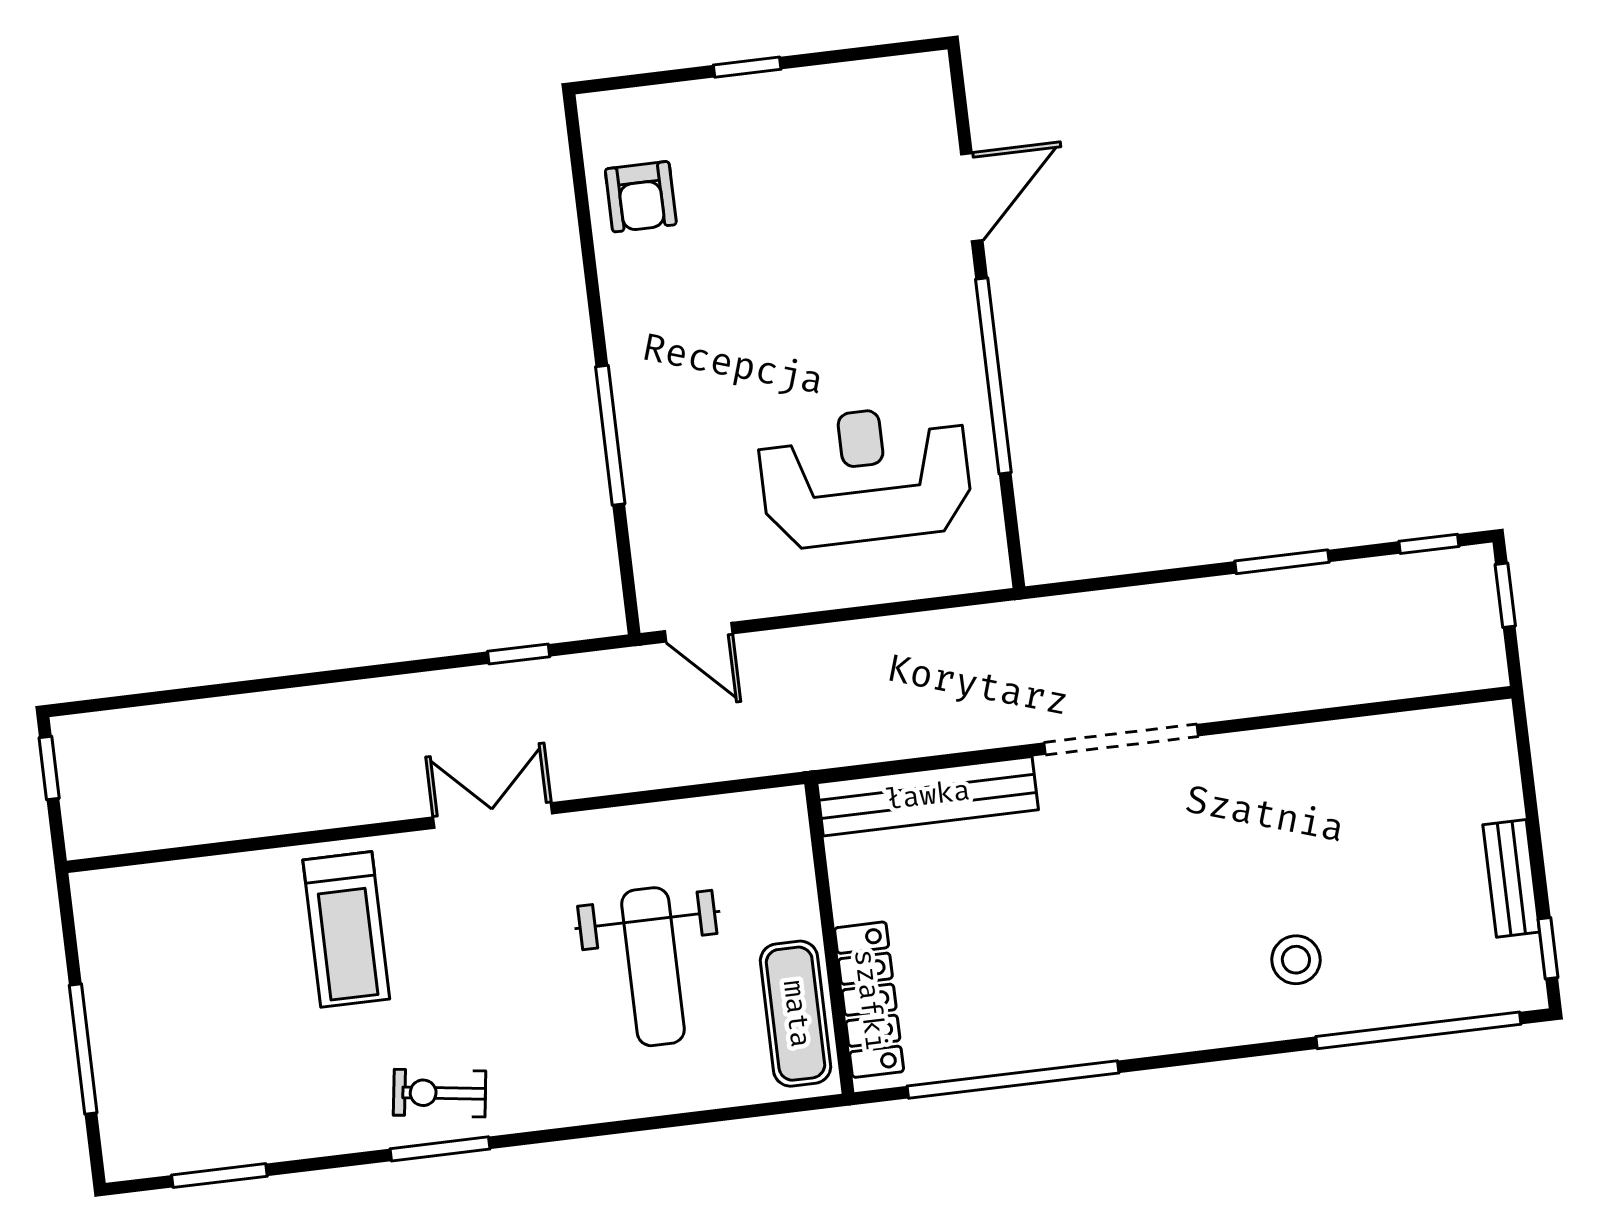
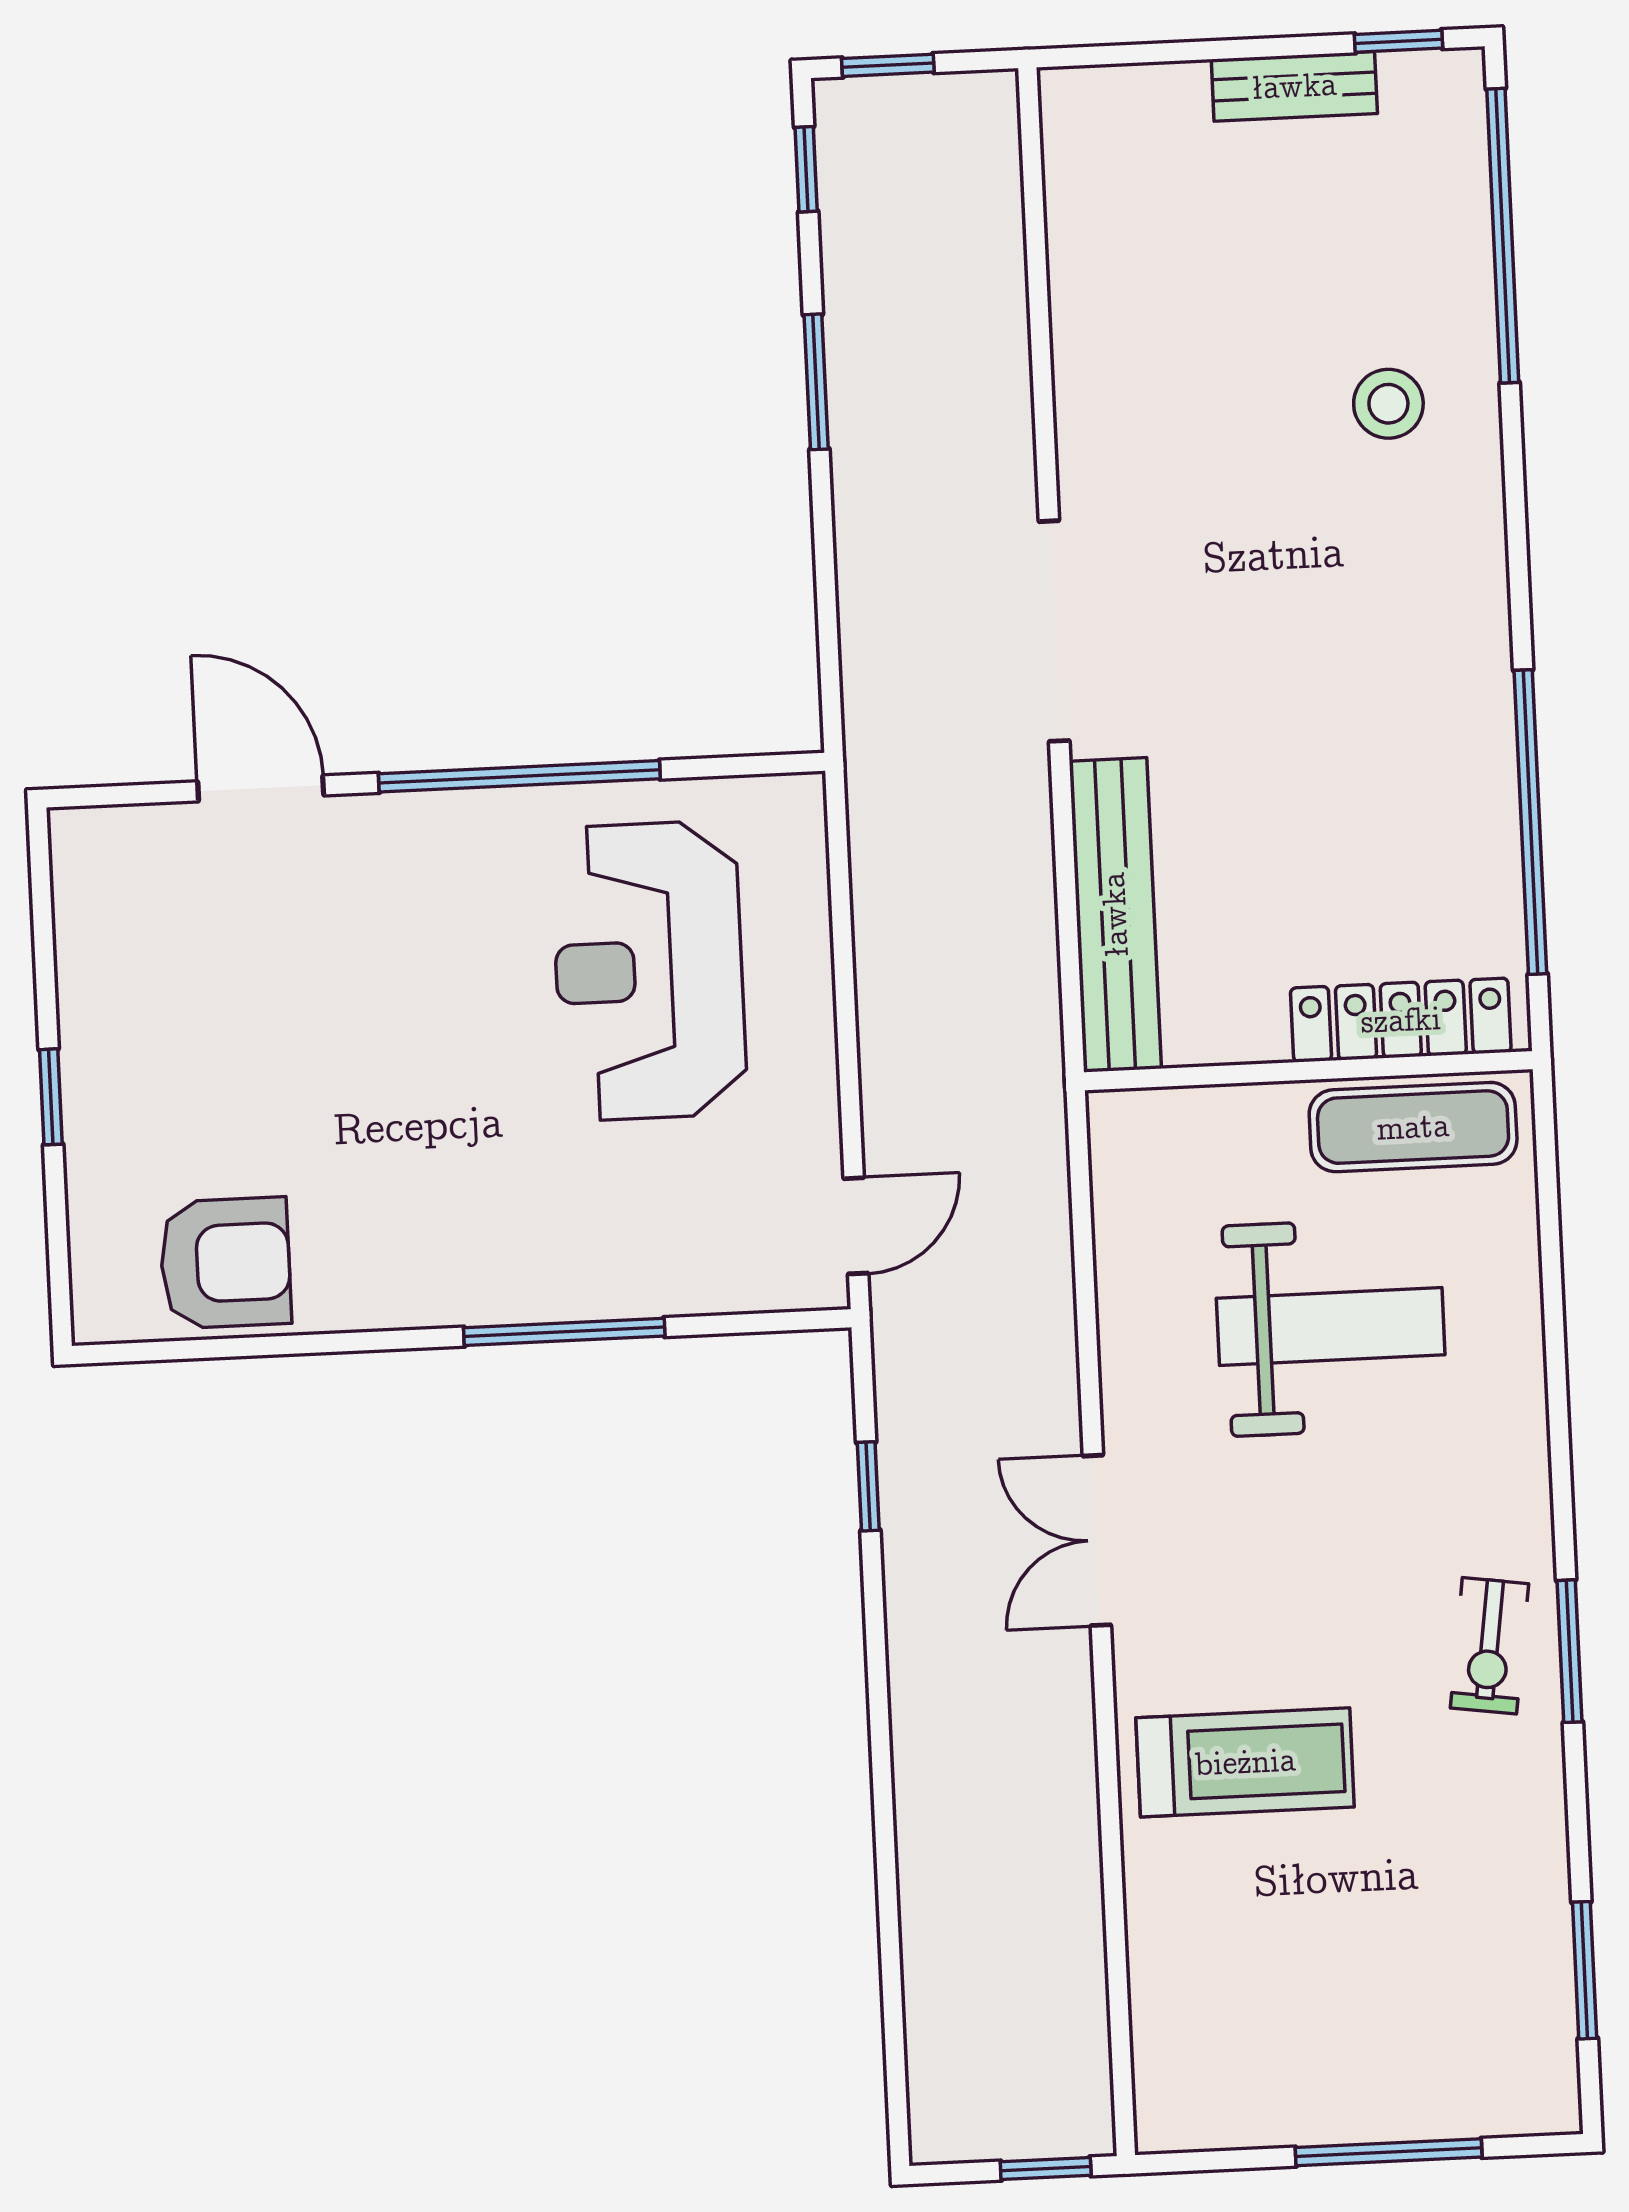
armchair: (641, 197) -> (225, 1263), width x1.38, depth x1.38
window: (49, 768) -> (1046, 2168), moved

